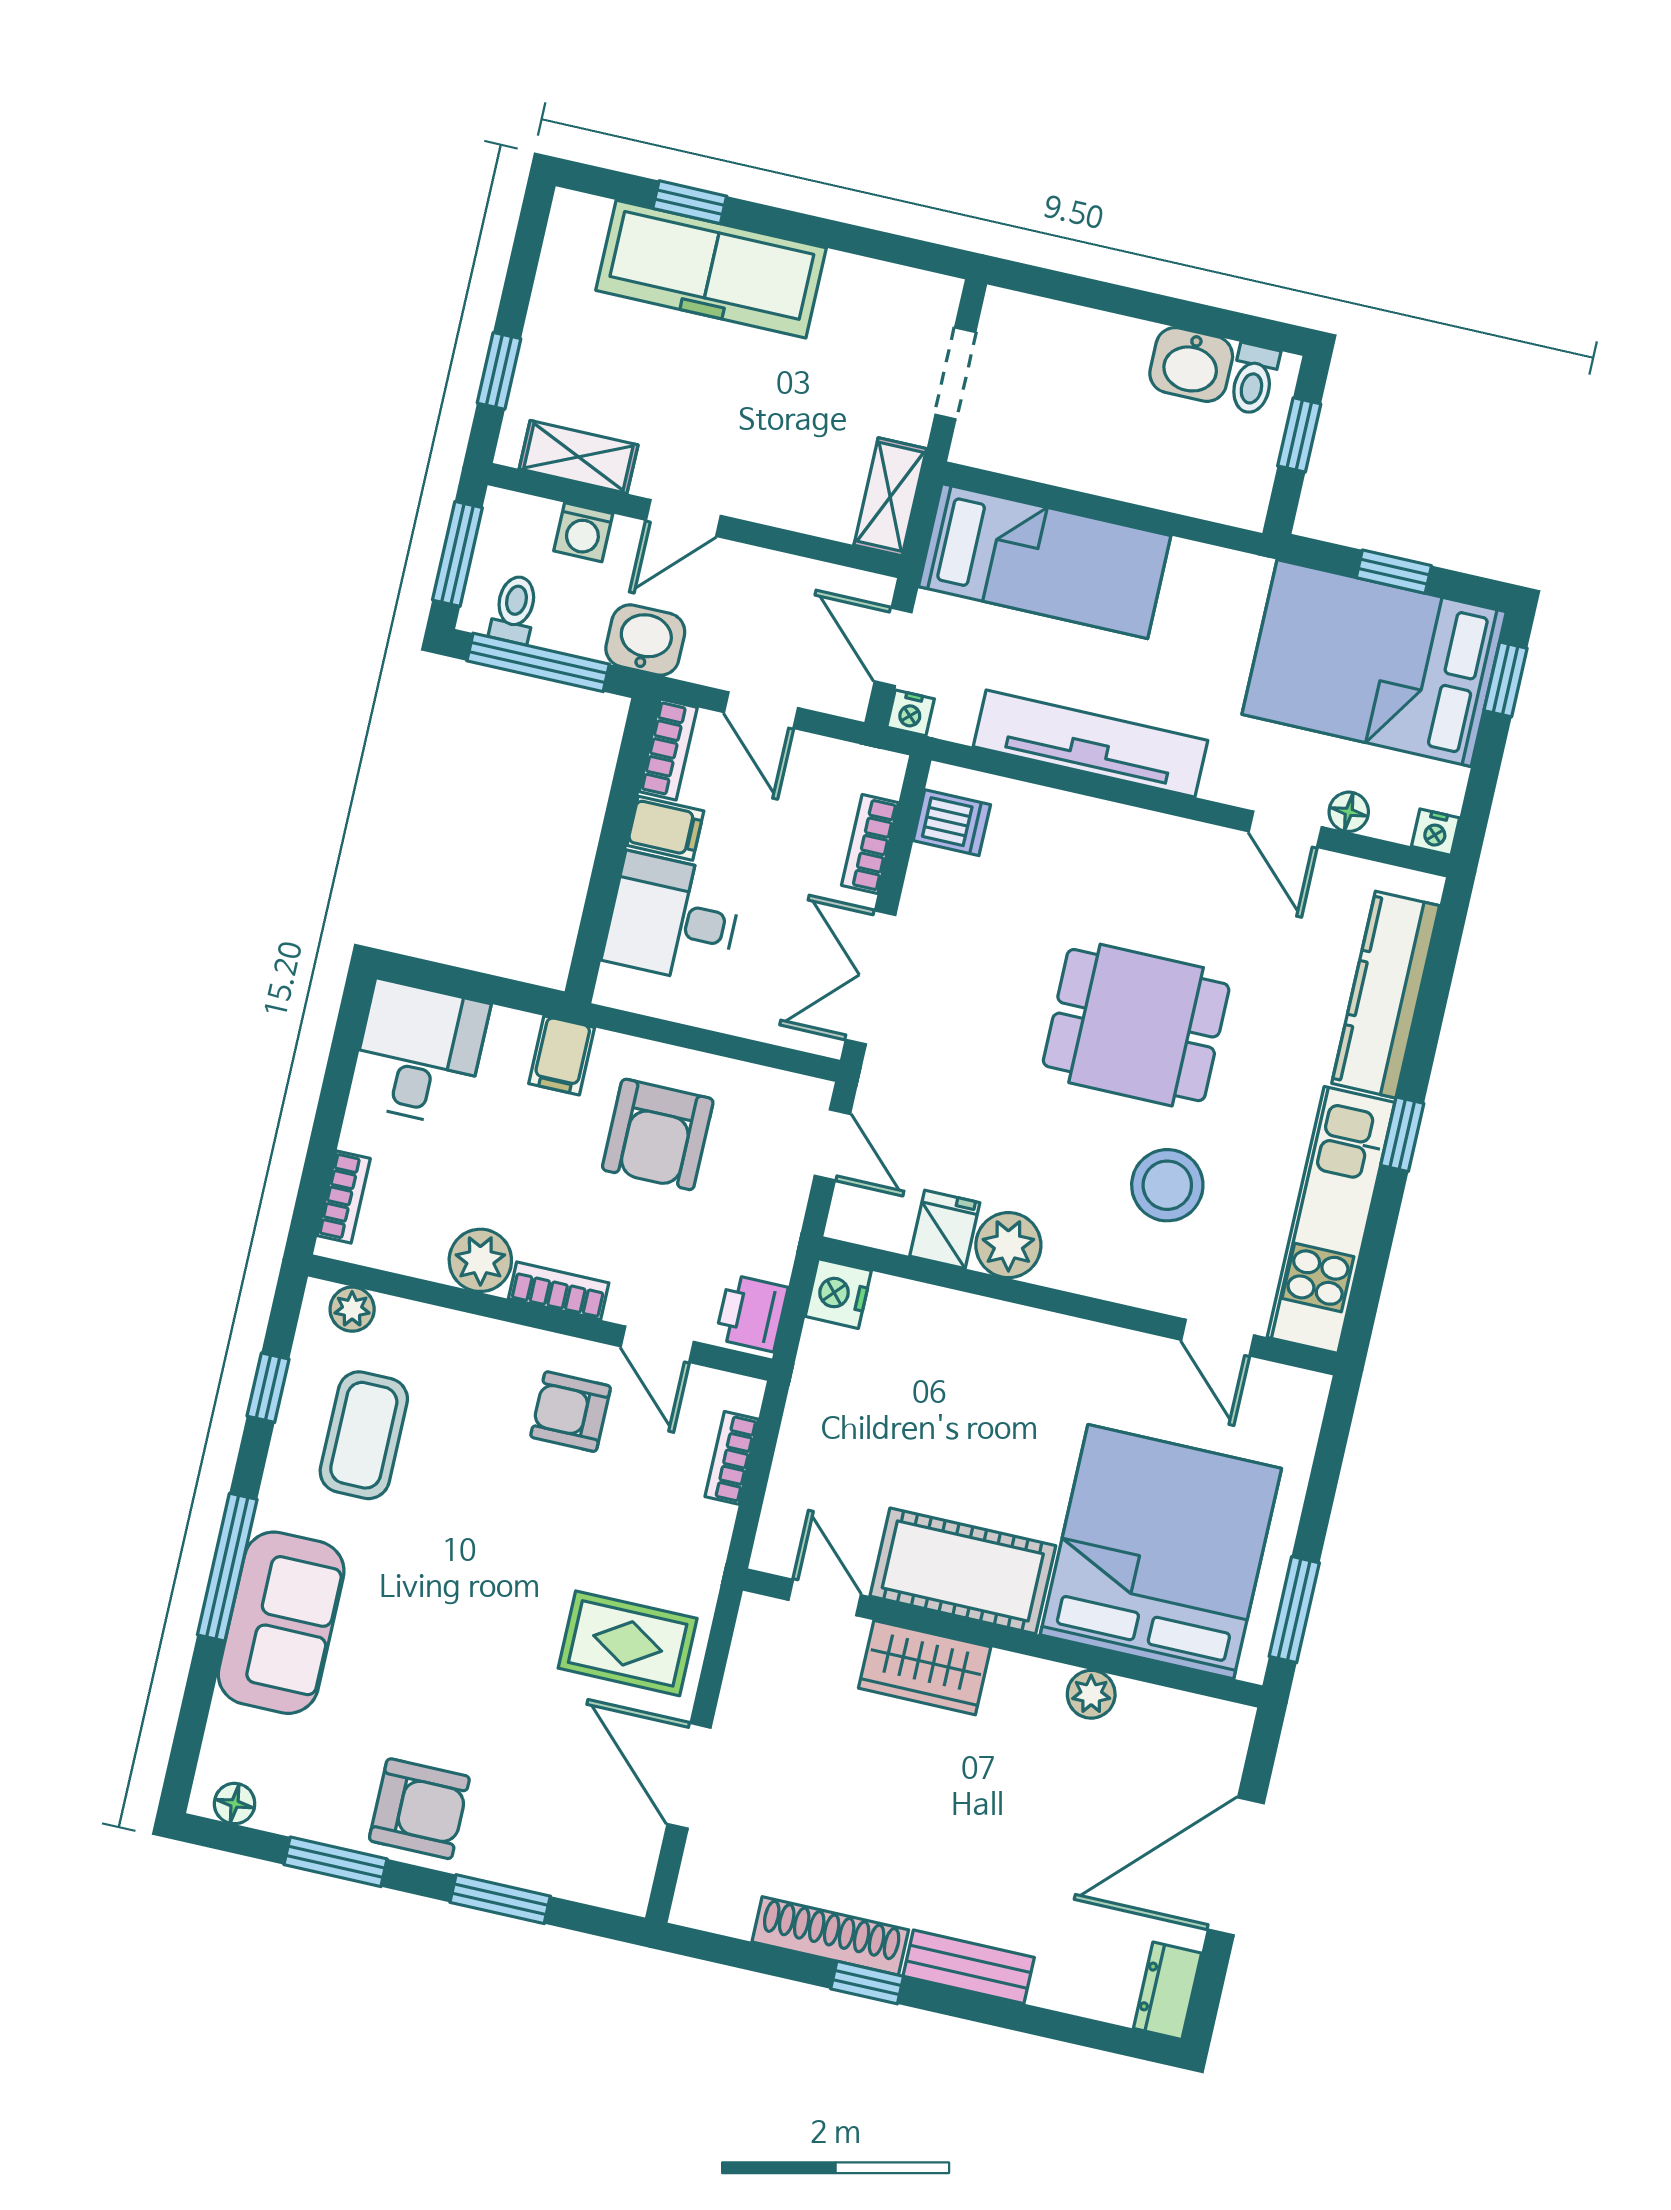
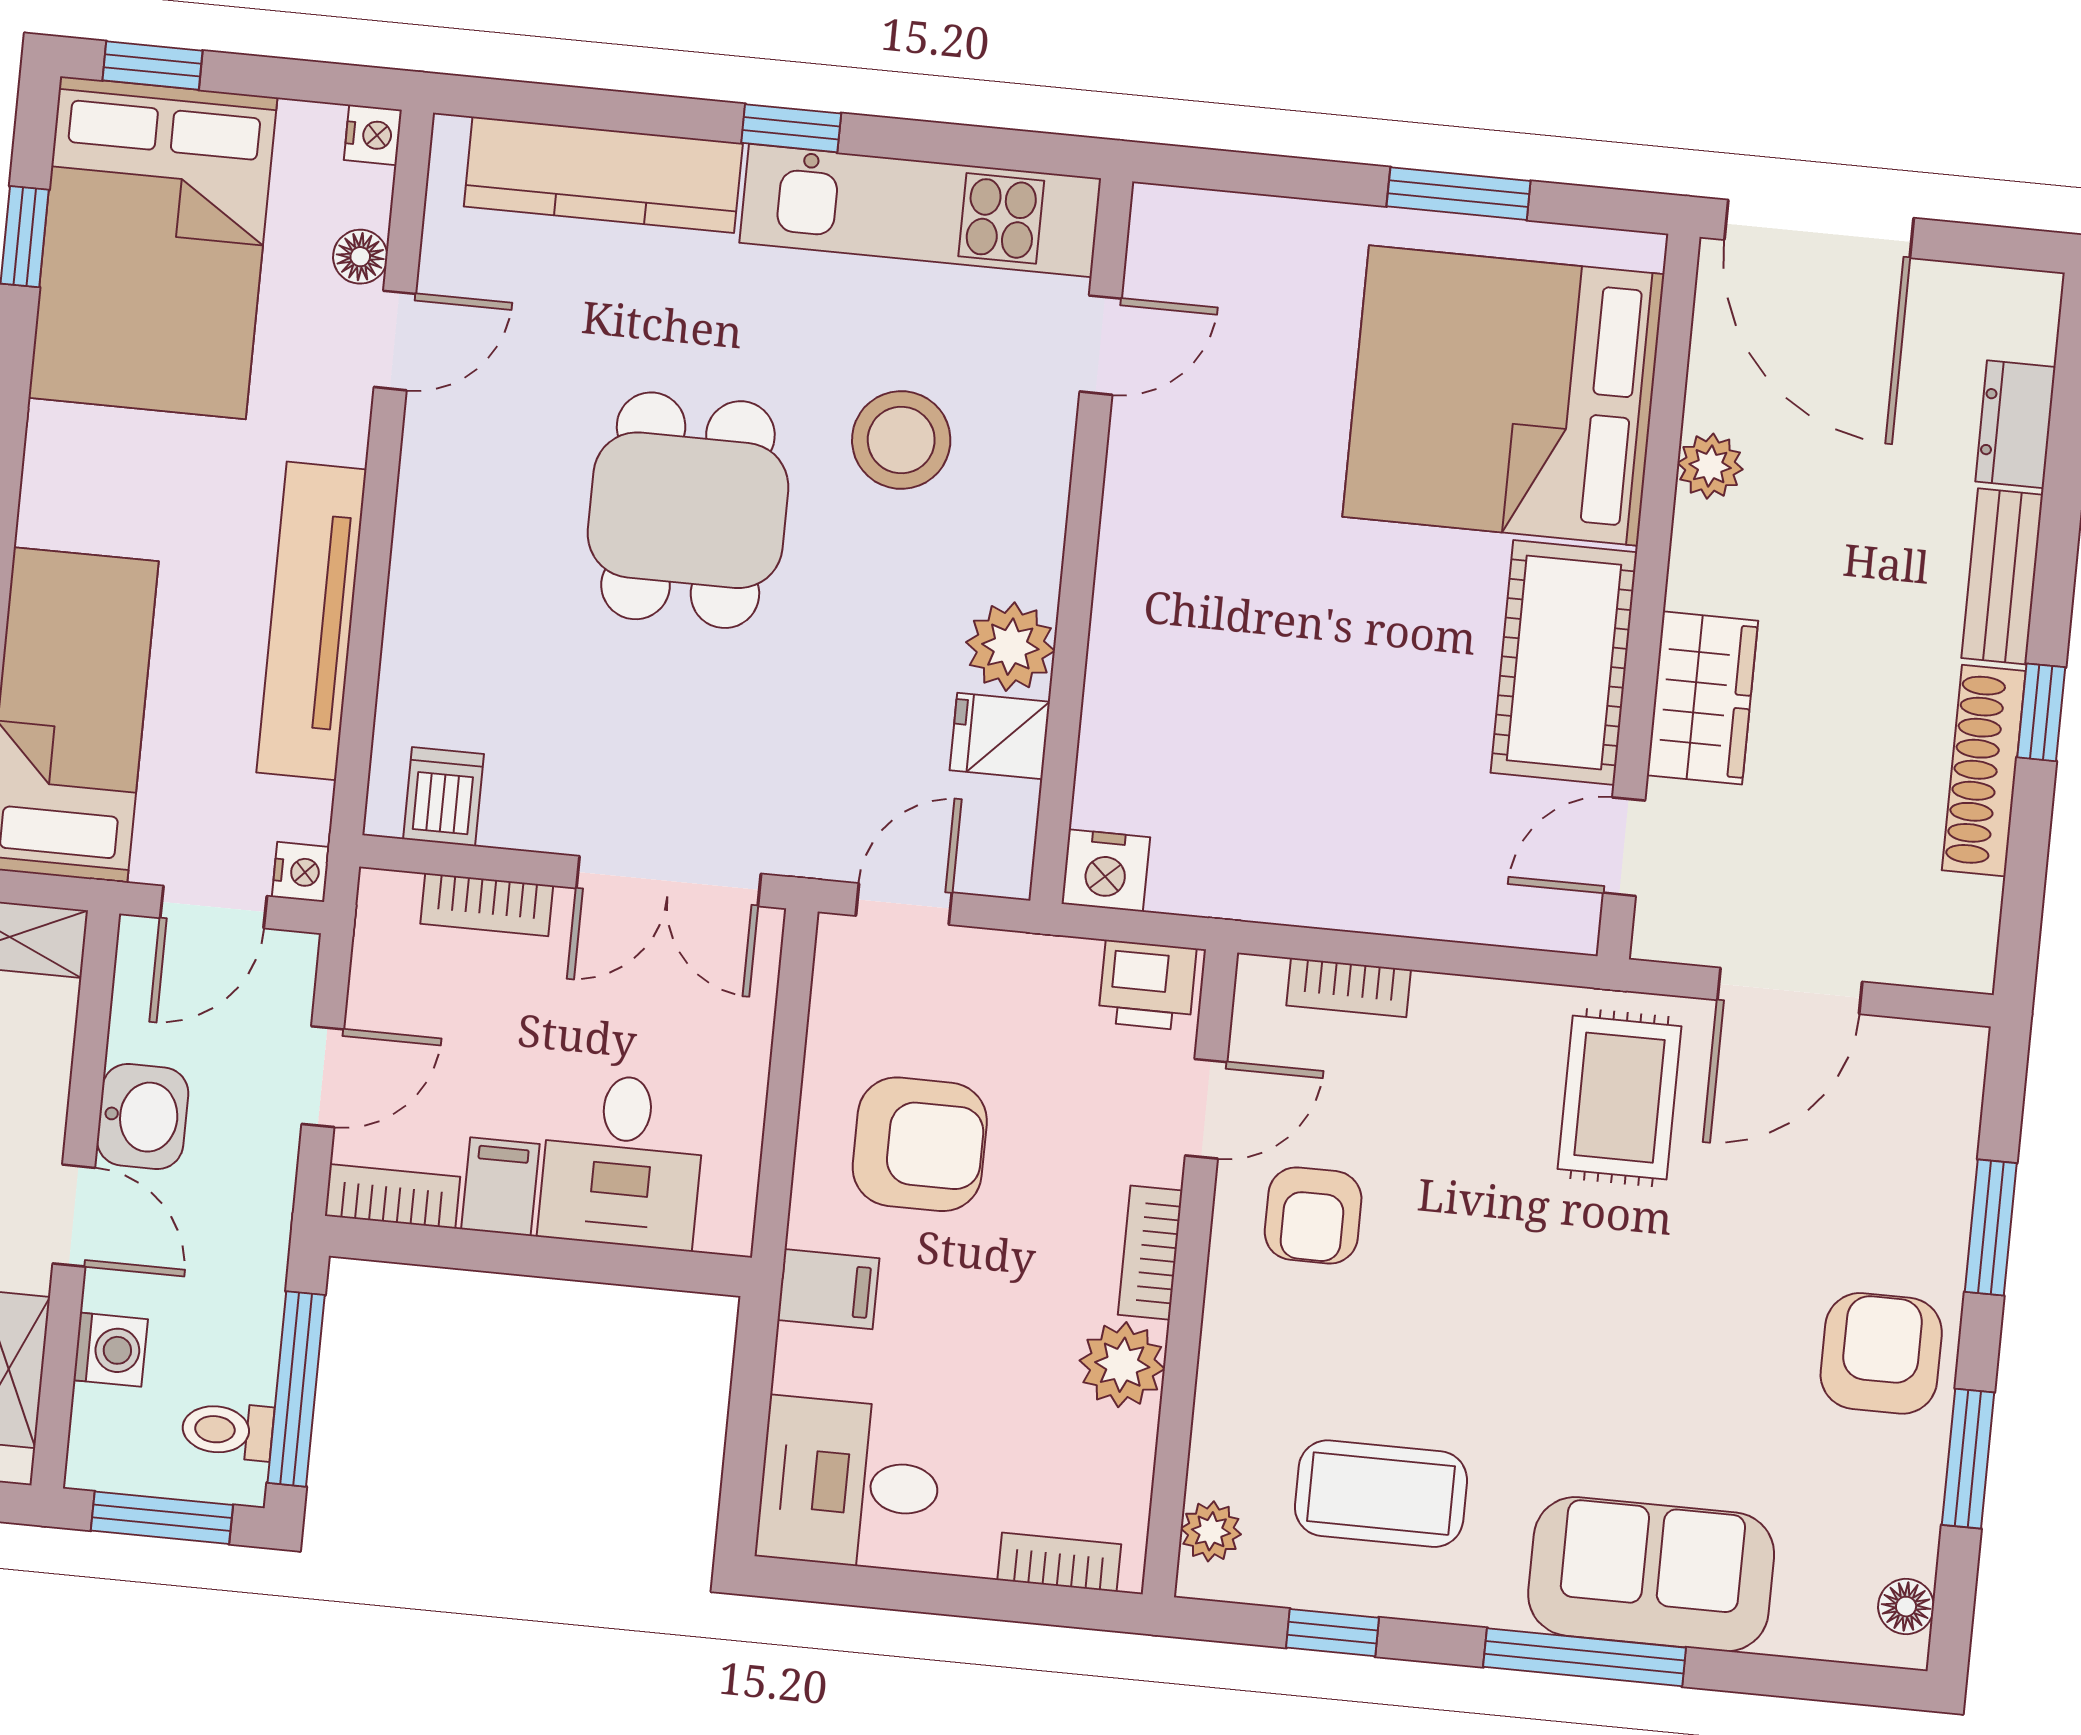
washbasin: (645, 640) -> (143, 1116), moved, turned 180
bed: (1161, 1552) -> (1503, 396), moved
cot: (963, 1571) -> (1564, 663), moved
door: (825, 1598) -> (1624, 847), moved
wall: (1003, 1638) -> (1649, 597), moved
wardrobe: (925, 1668) -> (1702, 698), moved
plant: (1091, 1694) -> (1710, 466), moved
dresser: (1167, 1991) -> (2015, 424), moved, turned 90

